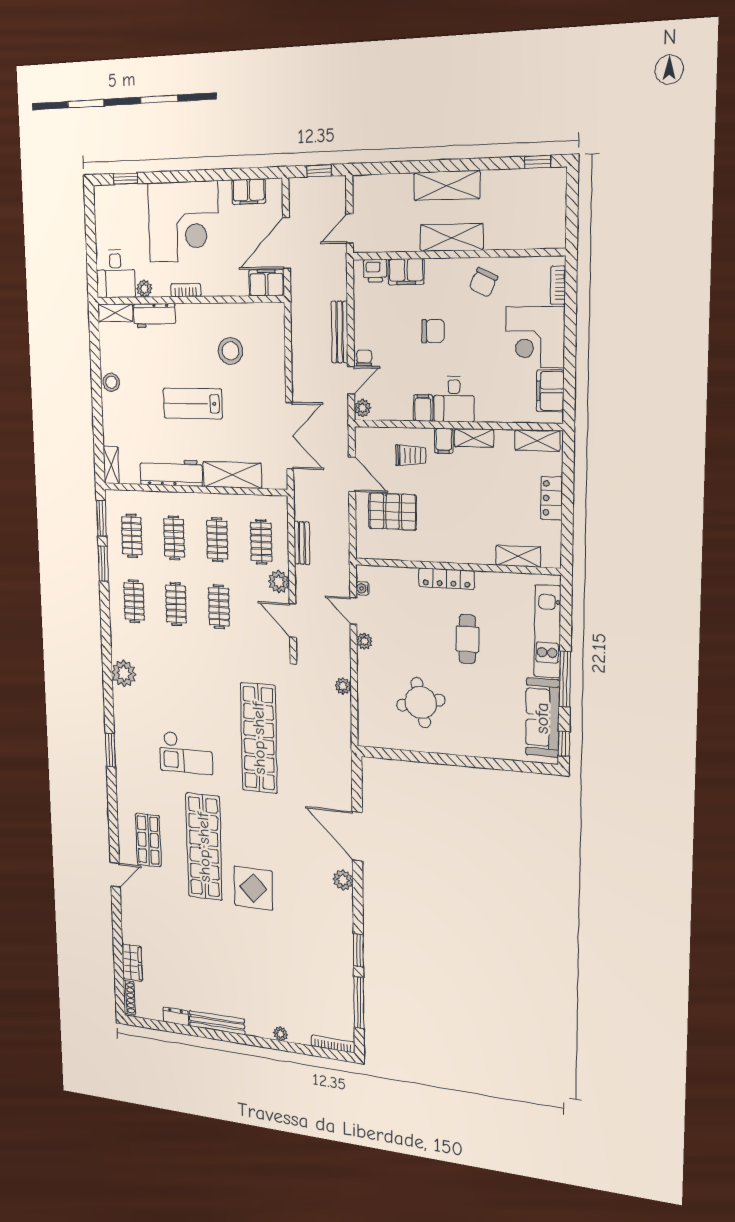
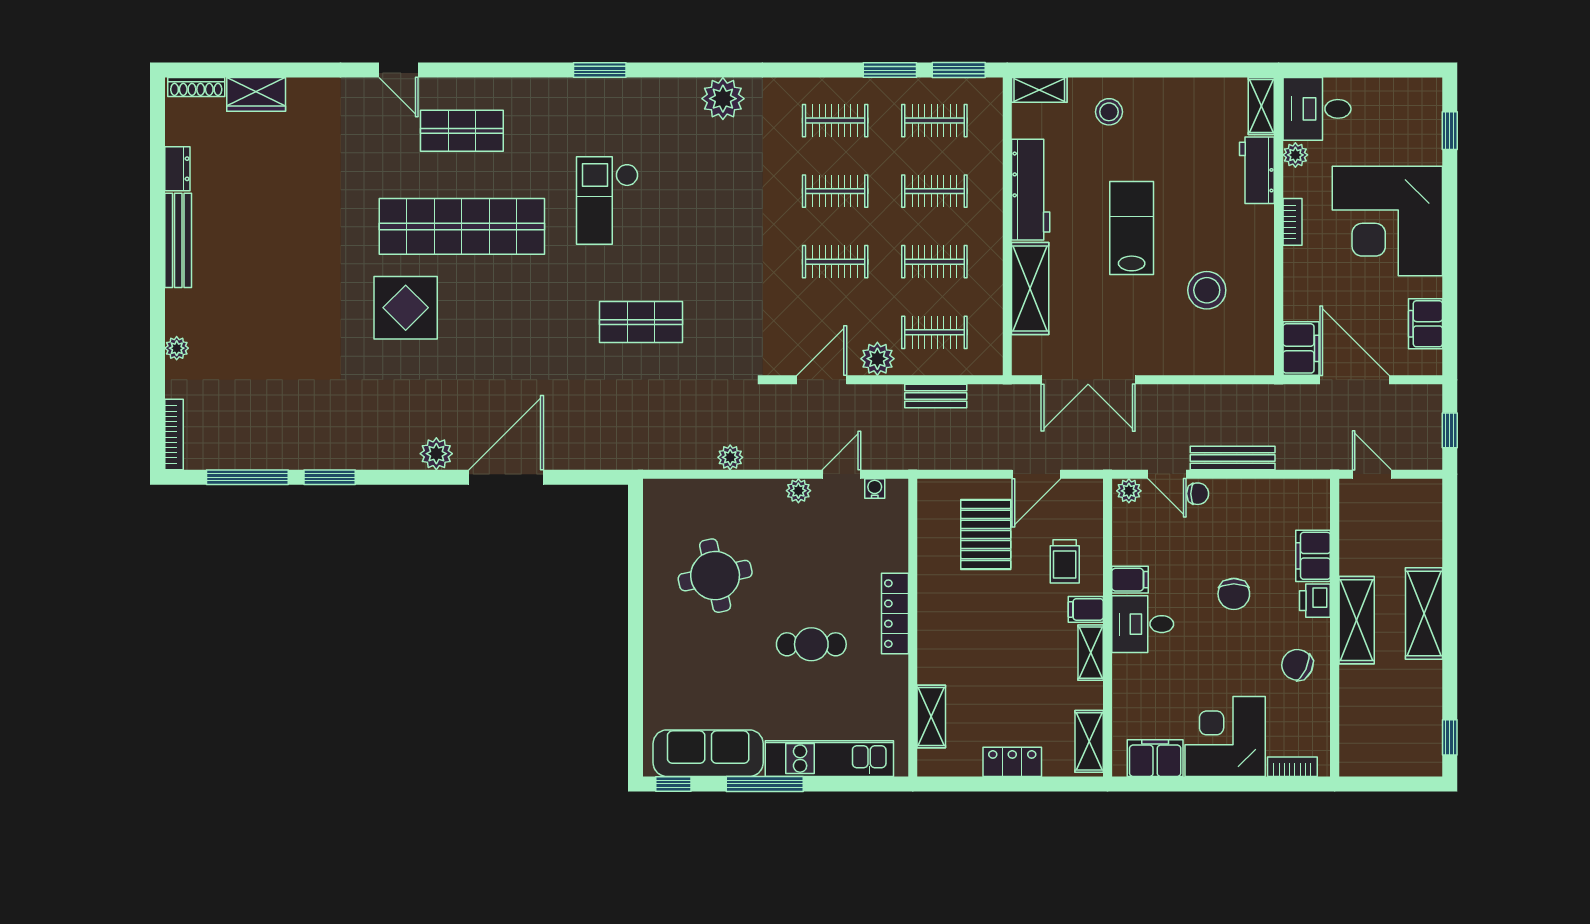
printer: (375, 271) -> (1315, 601), moved
stool: (111, 382) -> (1109, 112), moved
shop shelf: (259, 738) -> (641, 322), width x0.50, depth x0.74

